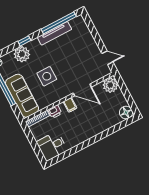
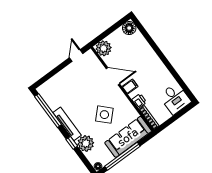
tv unit: (54, 33) -> (67, 124), moved
side table: (47, 76) -> (104, 115), turned 45
door: (82, 90) -> (113, 76), hinge flipped

